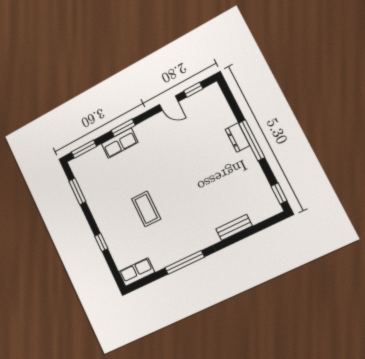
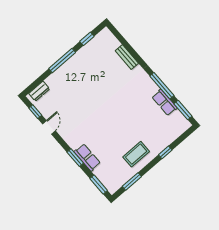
dresser: (237, 137) -> (39, 91), moved
window: (279, 193) -> (87, 39), moved
coffee table: (146, 209) -> (136, 154), moved
row of seats: (137, 272) -> (165, 102), moved
window: (147, 280) -> (183, 110), added

